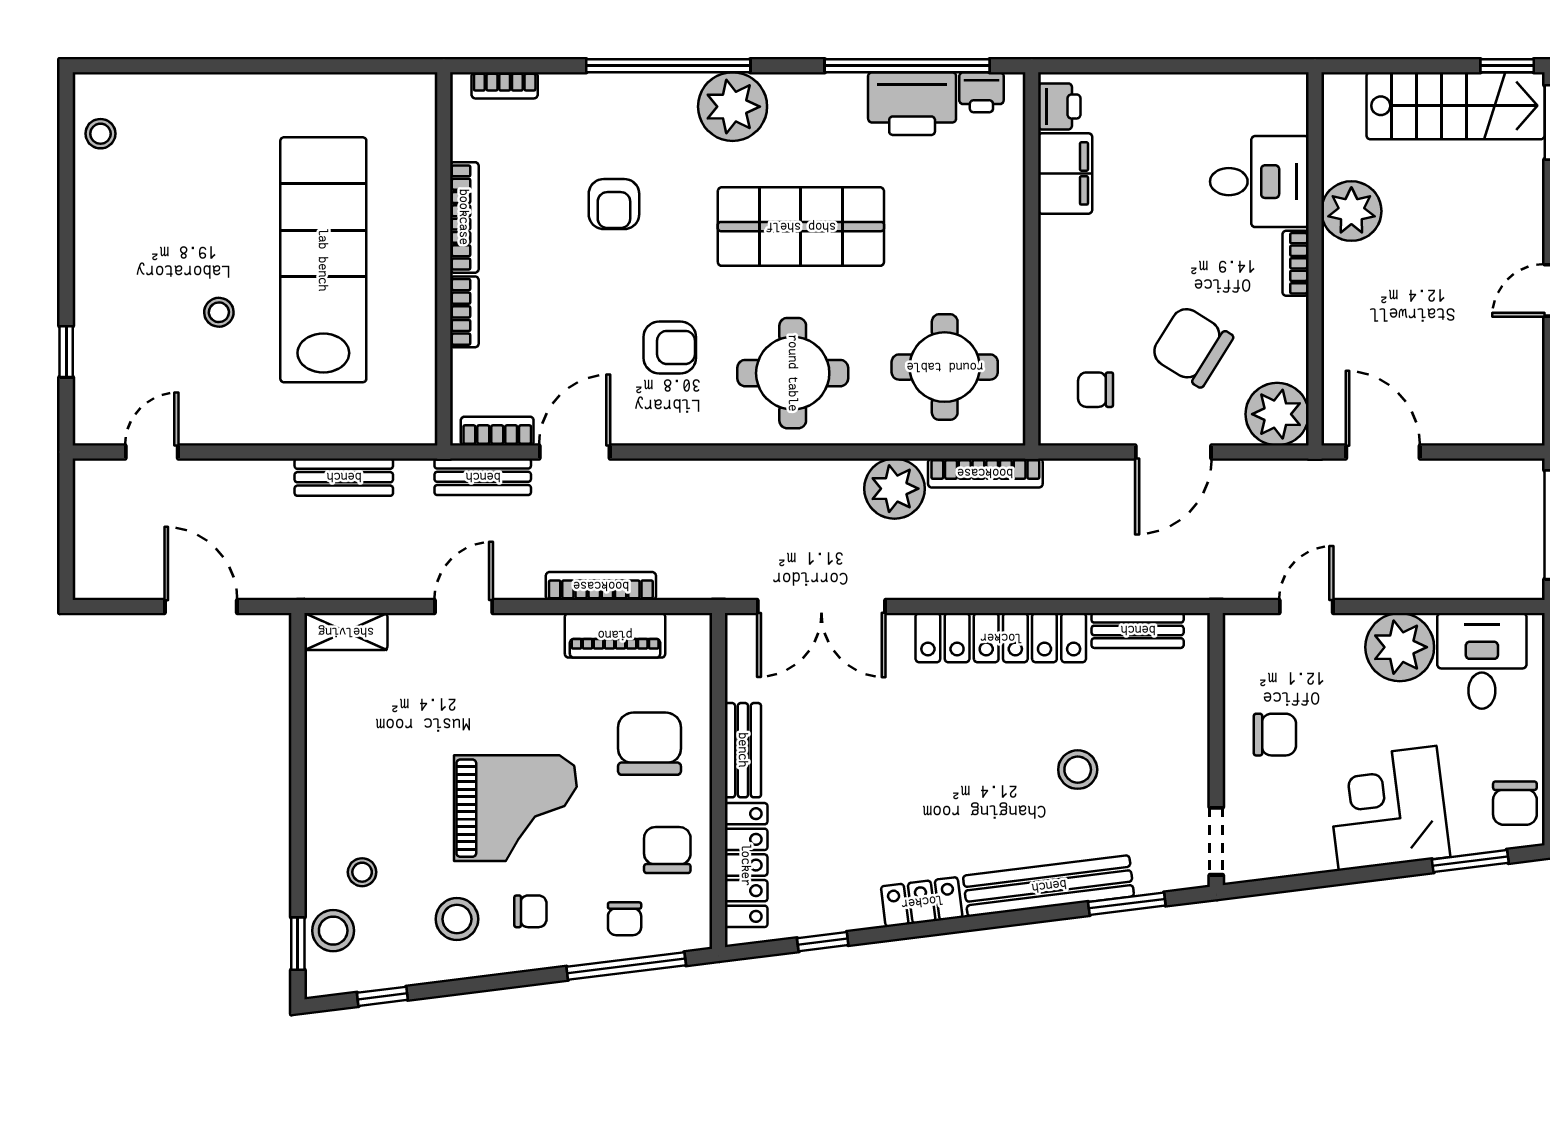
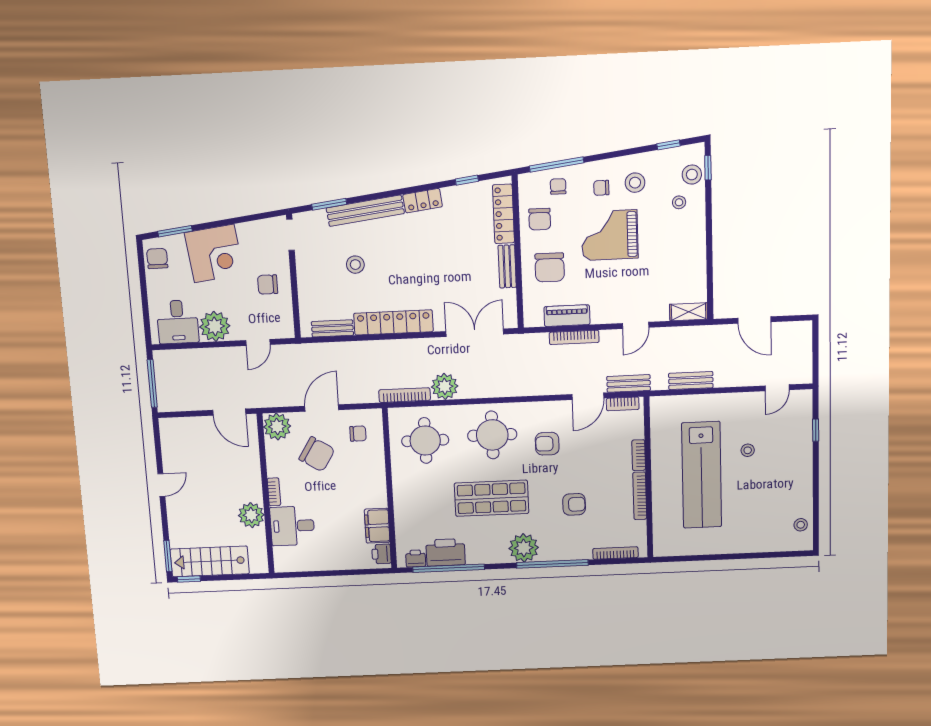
bookcase: (505, 85) -> (615, 553), width x1.56
armchair: (614, 204) -> (574, 504), turned 90

